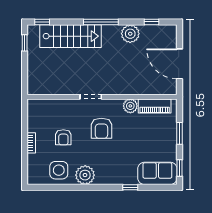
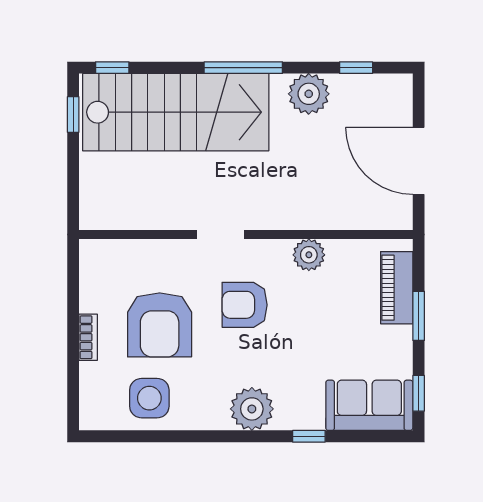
stairs: (71, 36) -> (176, 112), width x1.36, depth x1.51
piano: (155, 106) -> (397, 288), moved, turned 90
armchair: (101, 128) -> (245, 305), turned 90
armchair: (63, 137) -> (160, 325), width x1.88, depth x1.88
plant: (85, 175) -> (252, 409), moved

